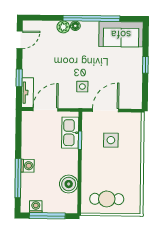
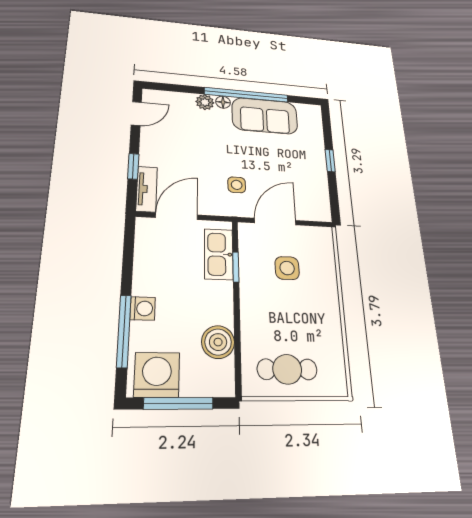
sofa: (121, 34) -> (265, 116), moved
washing machine: (36, 207) -> (157, 375), width x1.89, depth x1.89

